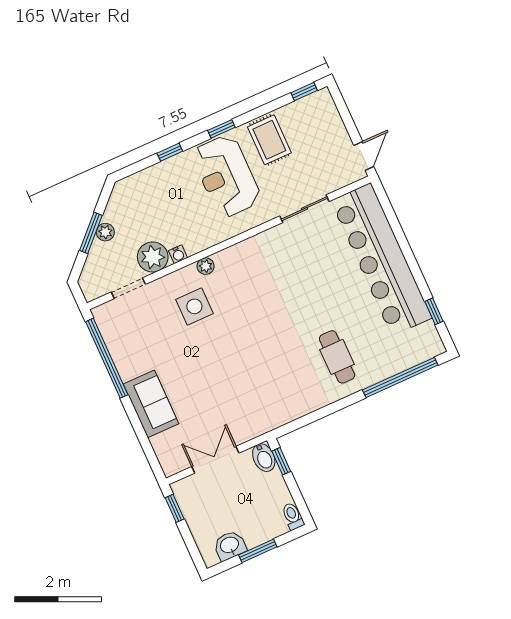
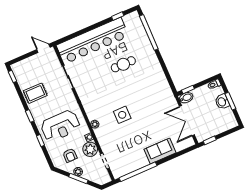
reception desk: (226, 176) -> (60, 126), moved
armchair: (139, 214) -> (70, 155), added
side table: (194, 306) -> (122, 115), moved
cafe table: (337, 357) -> (123, 64), moved
double door: (215, 460) -> (187, 121), width x1.37
washbasin: (230, 545) -> (222, 102), moved

